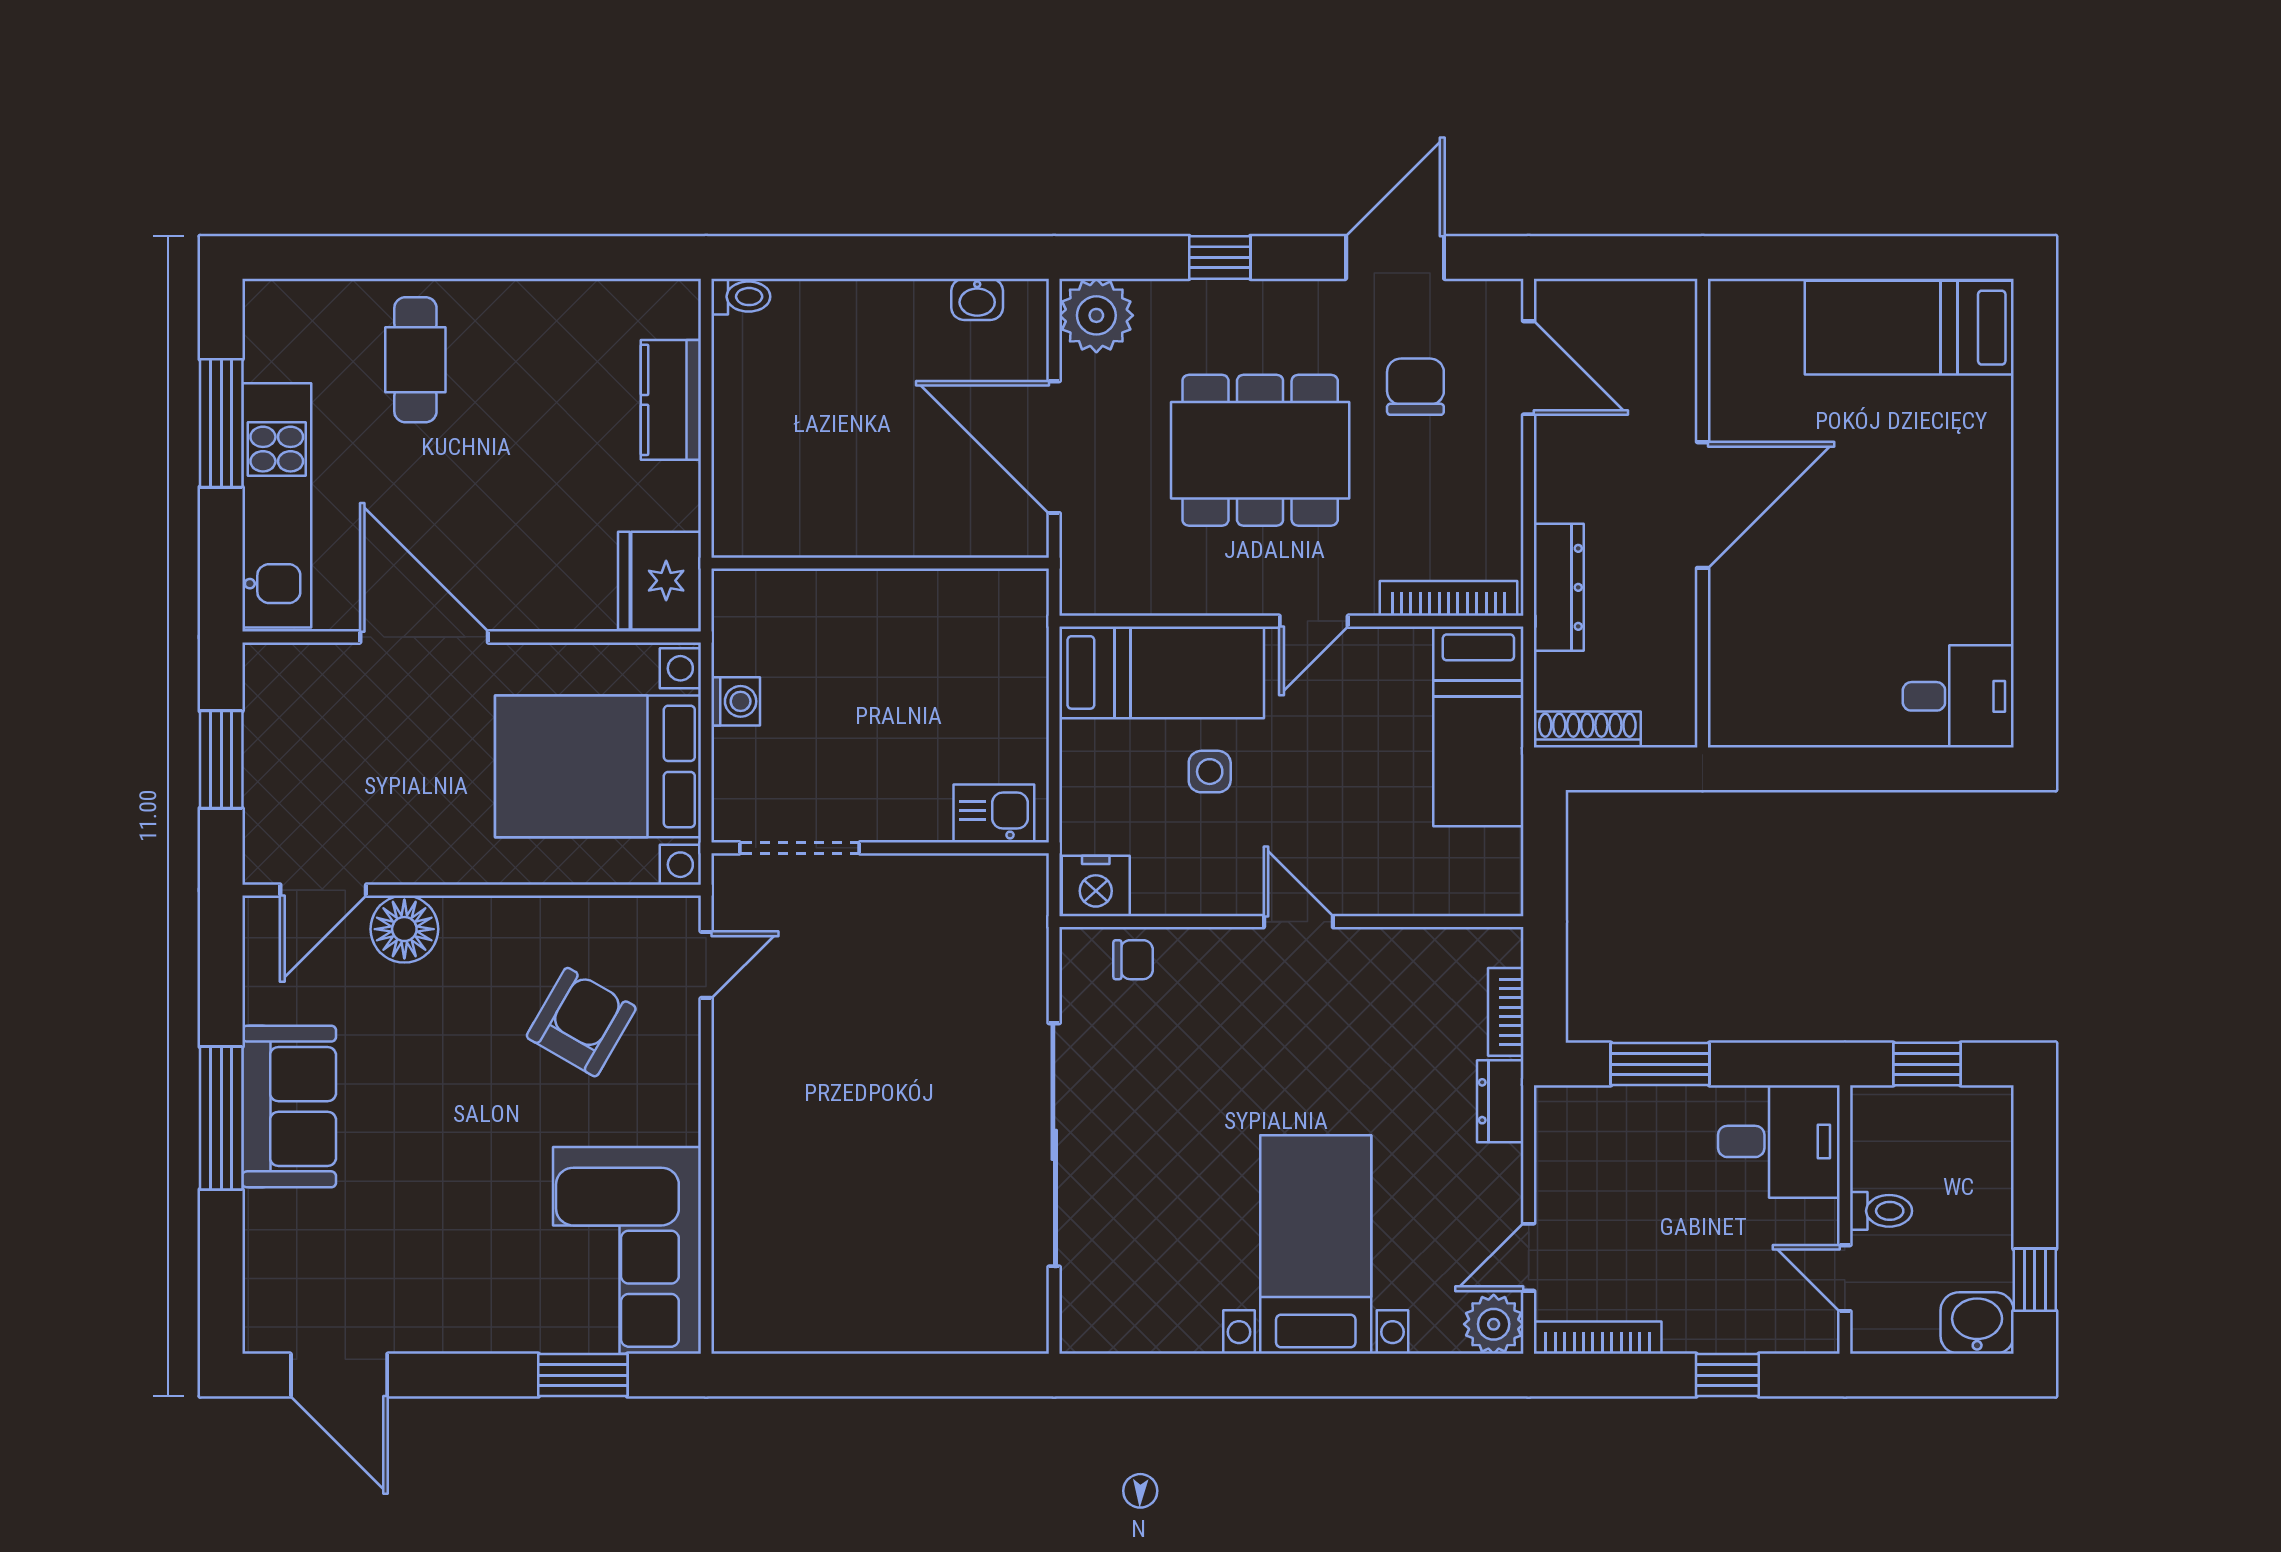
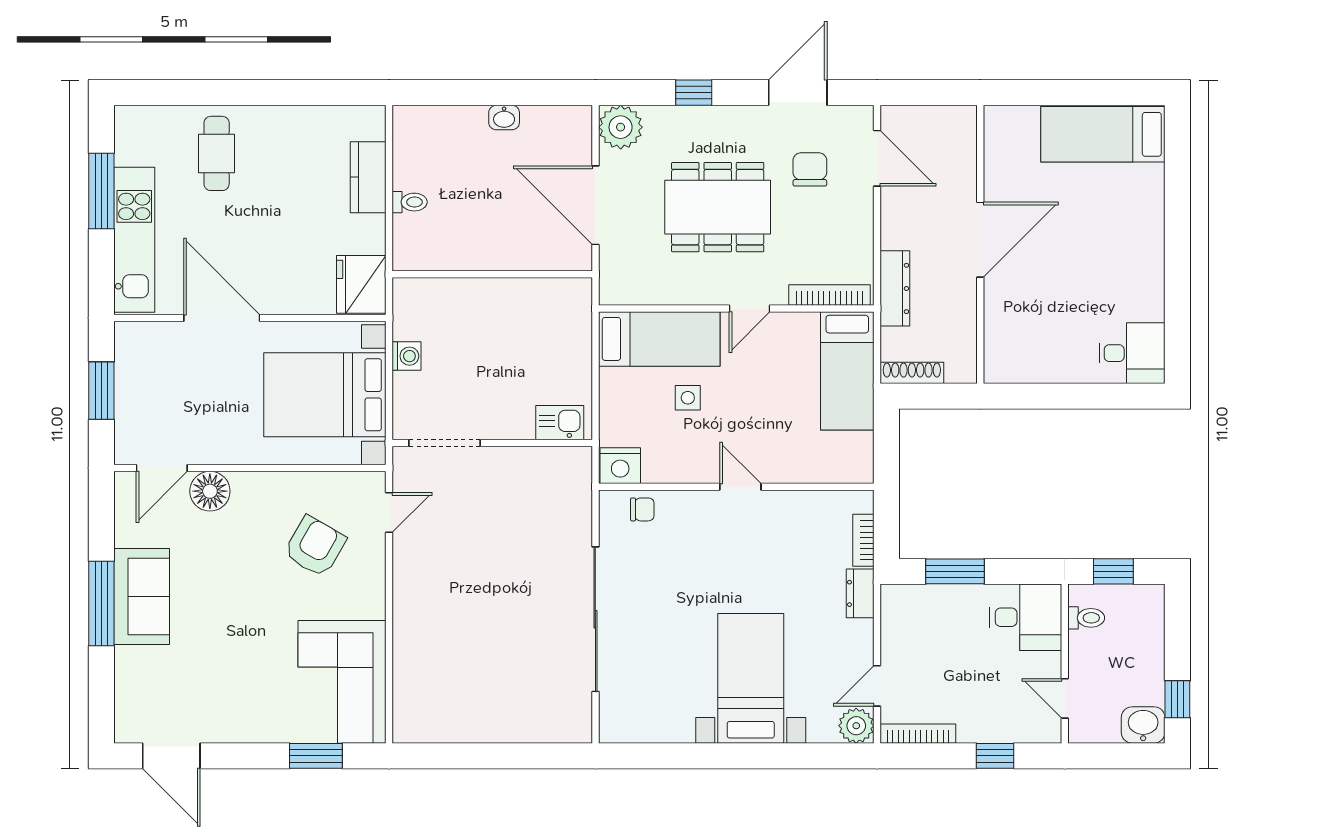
toilet: (741, 297) -> (410, 202), moved
washbasin: (977, 299) -> (504, 118), moved
toilet: (1881, 1211) -> (1086, 618), moved

